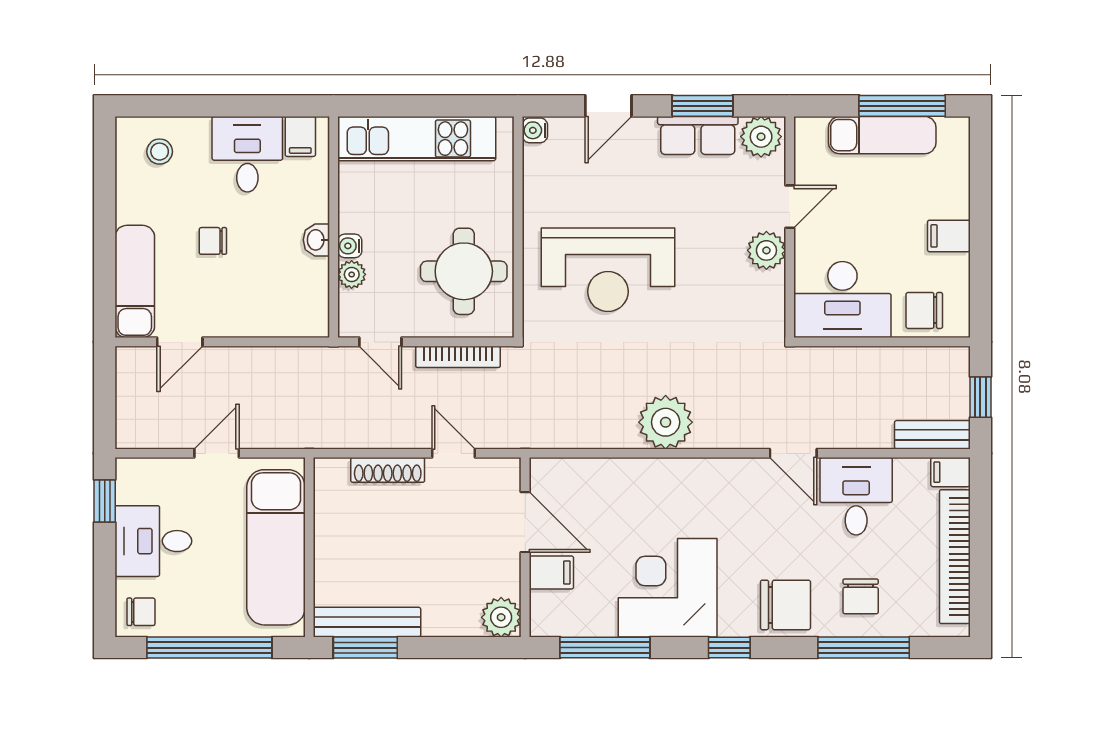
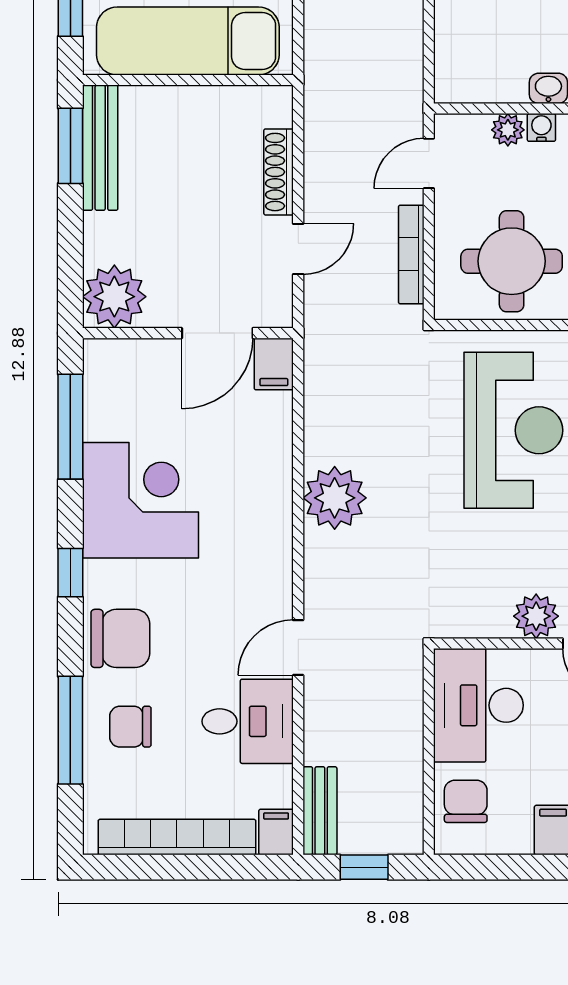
reception desk: (608, 270) -> (513, 430), turned 180
filing cabinet: (551, 572) -> (274, 364), moved
chair: (785, 605) -> (120, 638), turned -90
plant: (501, 617) -> (114, 297), width x1.36, depth x1.36

